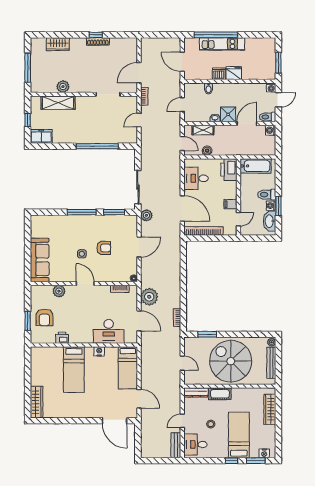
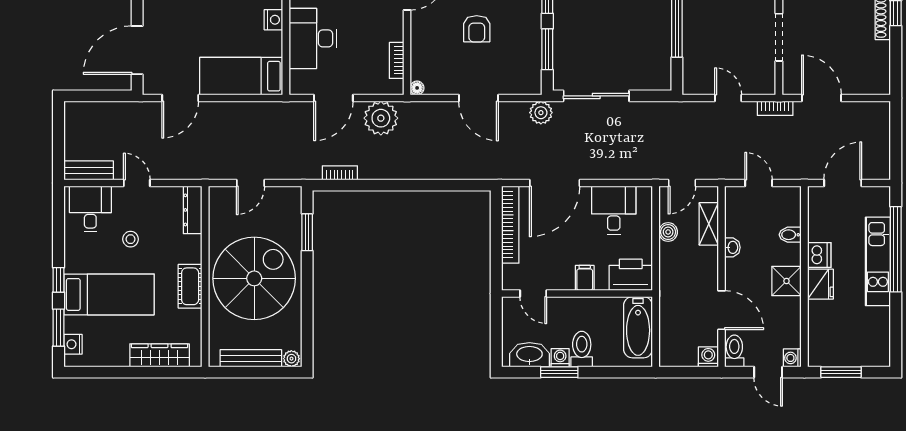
shower: (228, 114) -> (786, 281), moved
filing cabinet: (230, 204) -> (585, 278), moved
cot: (220, 394) -> (190, 286), moved

